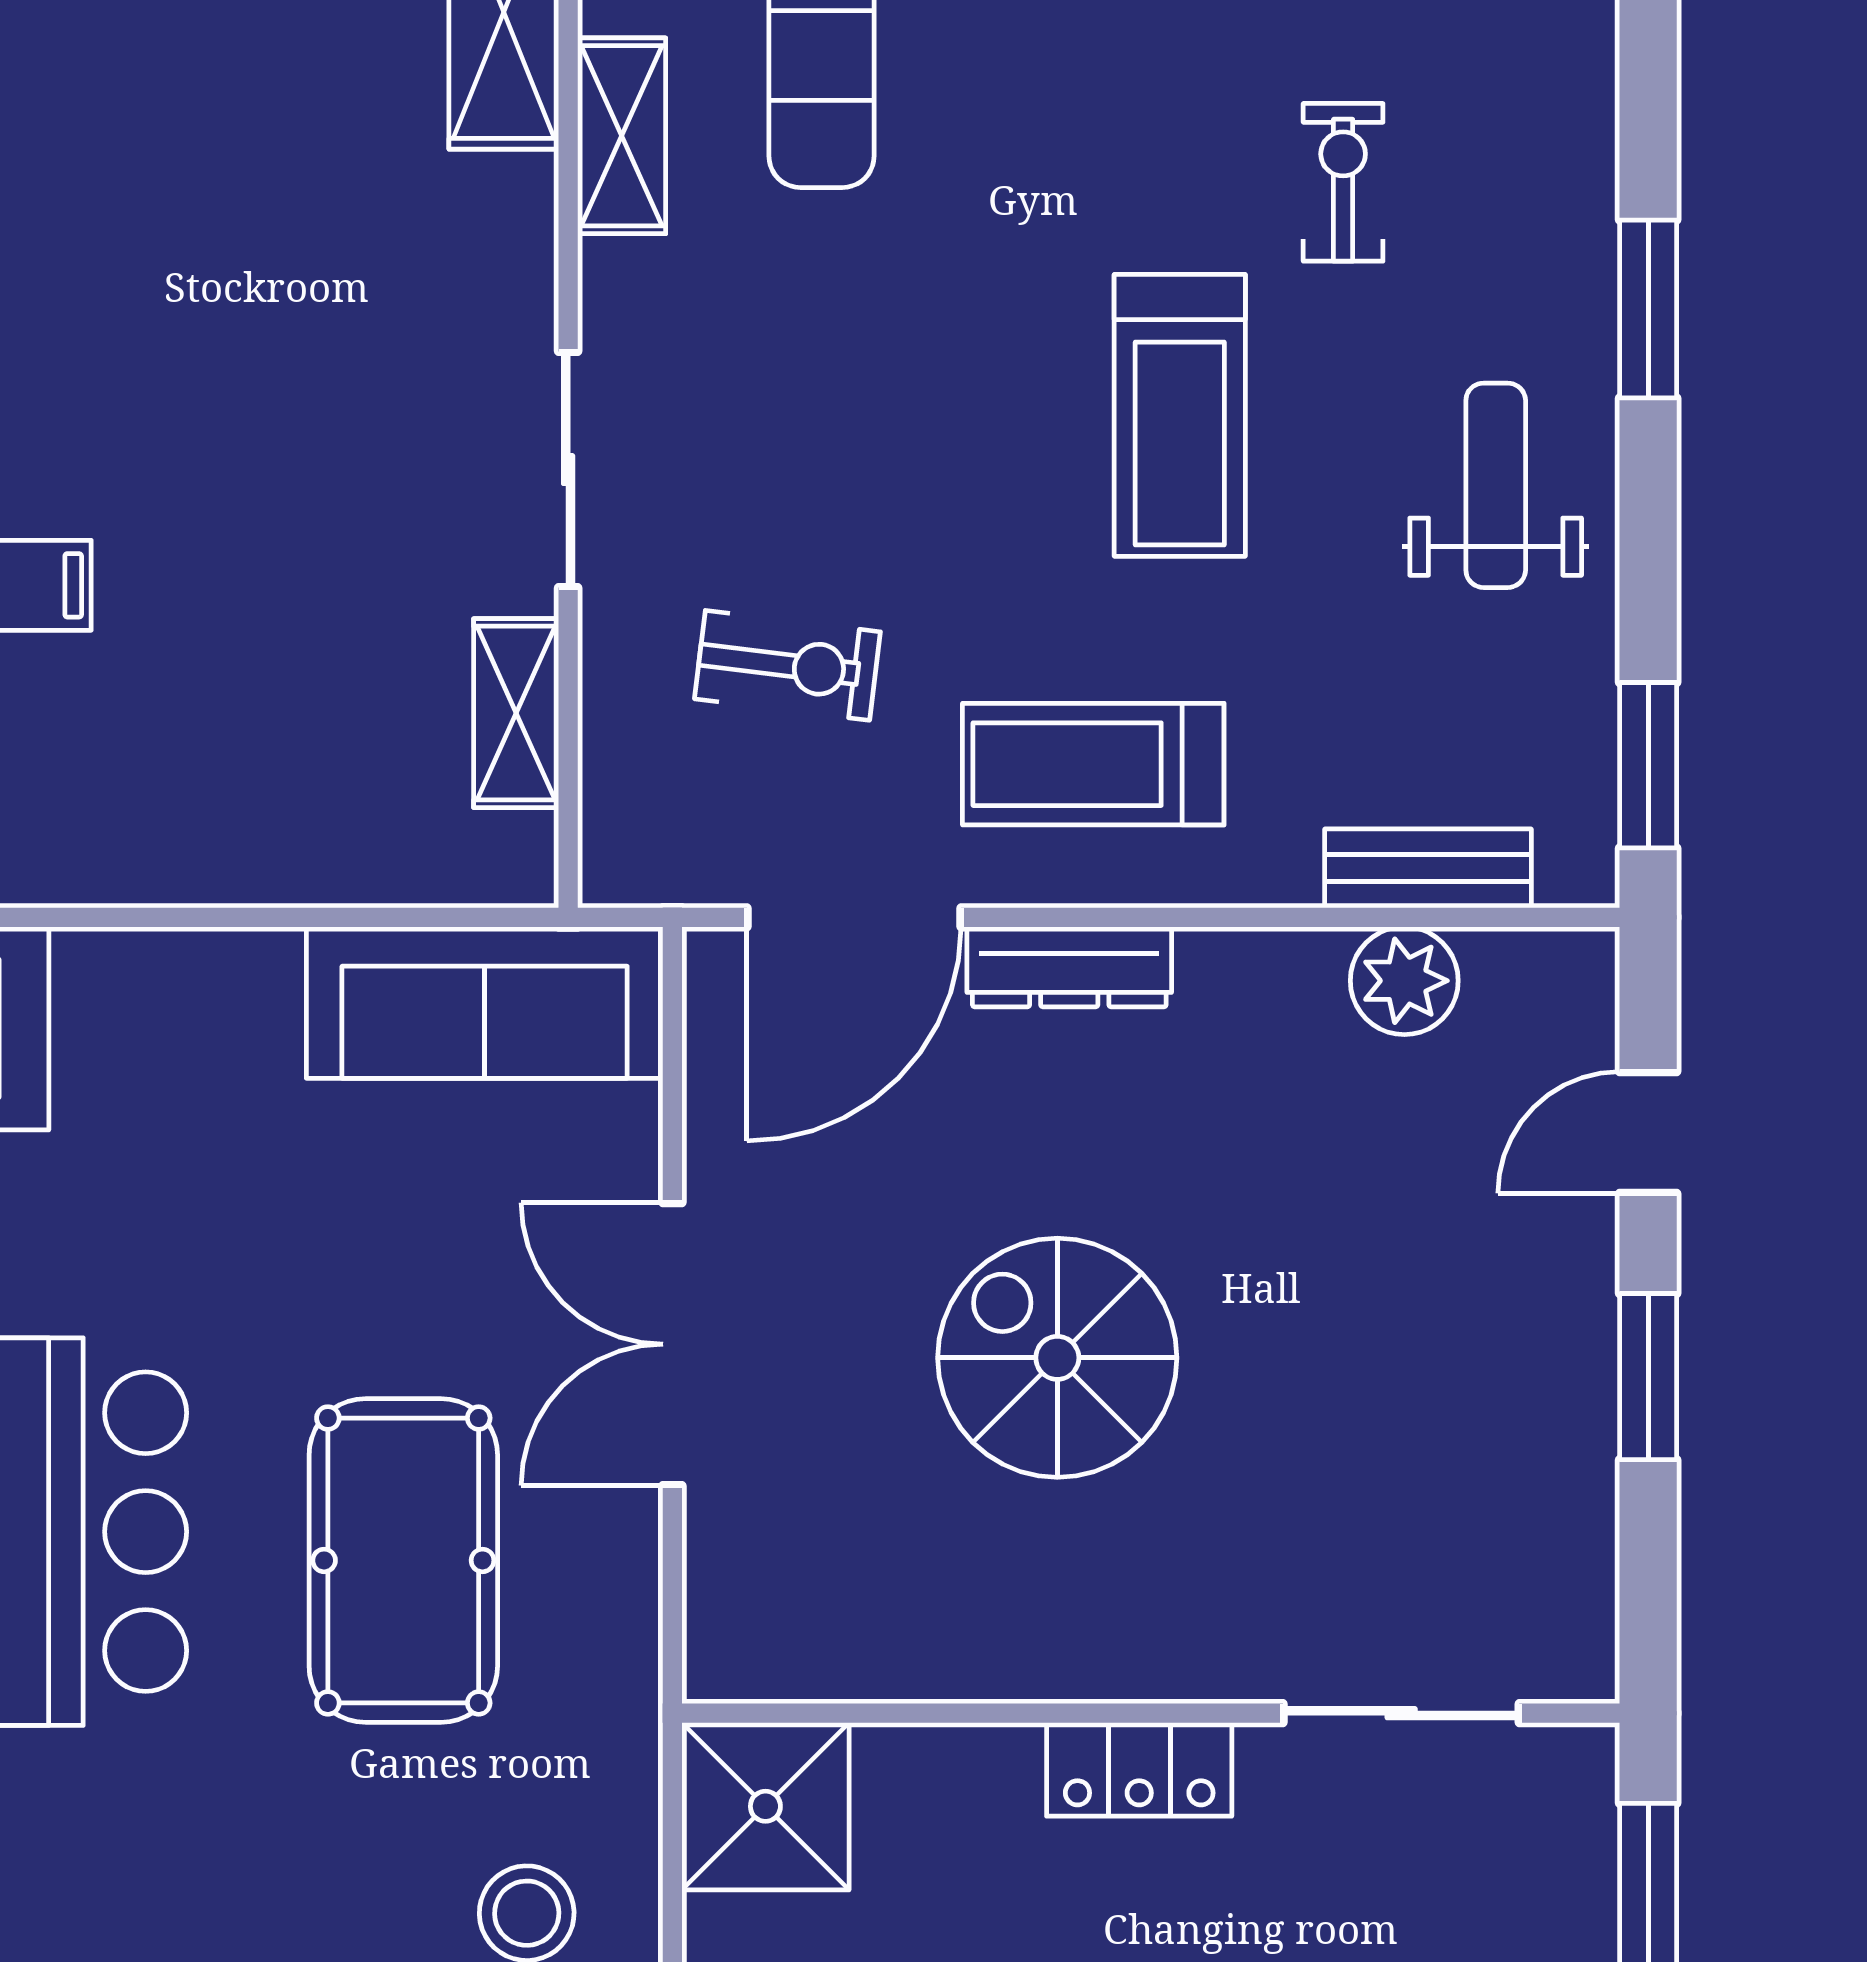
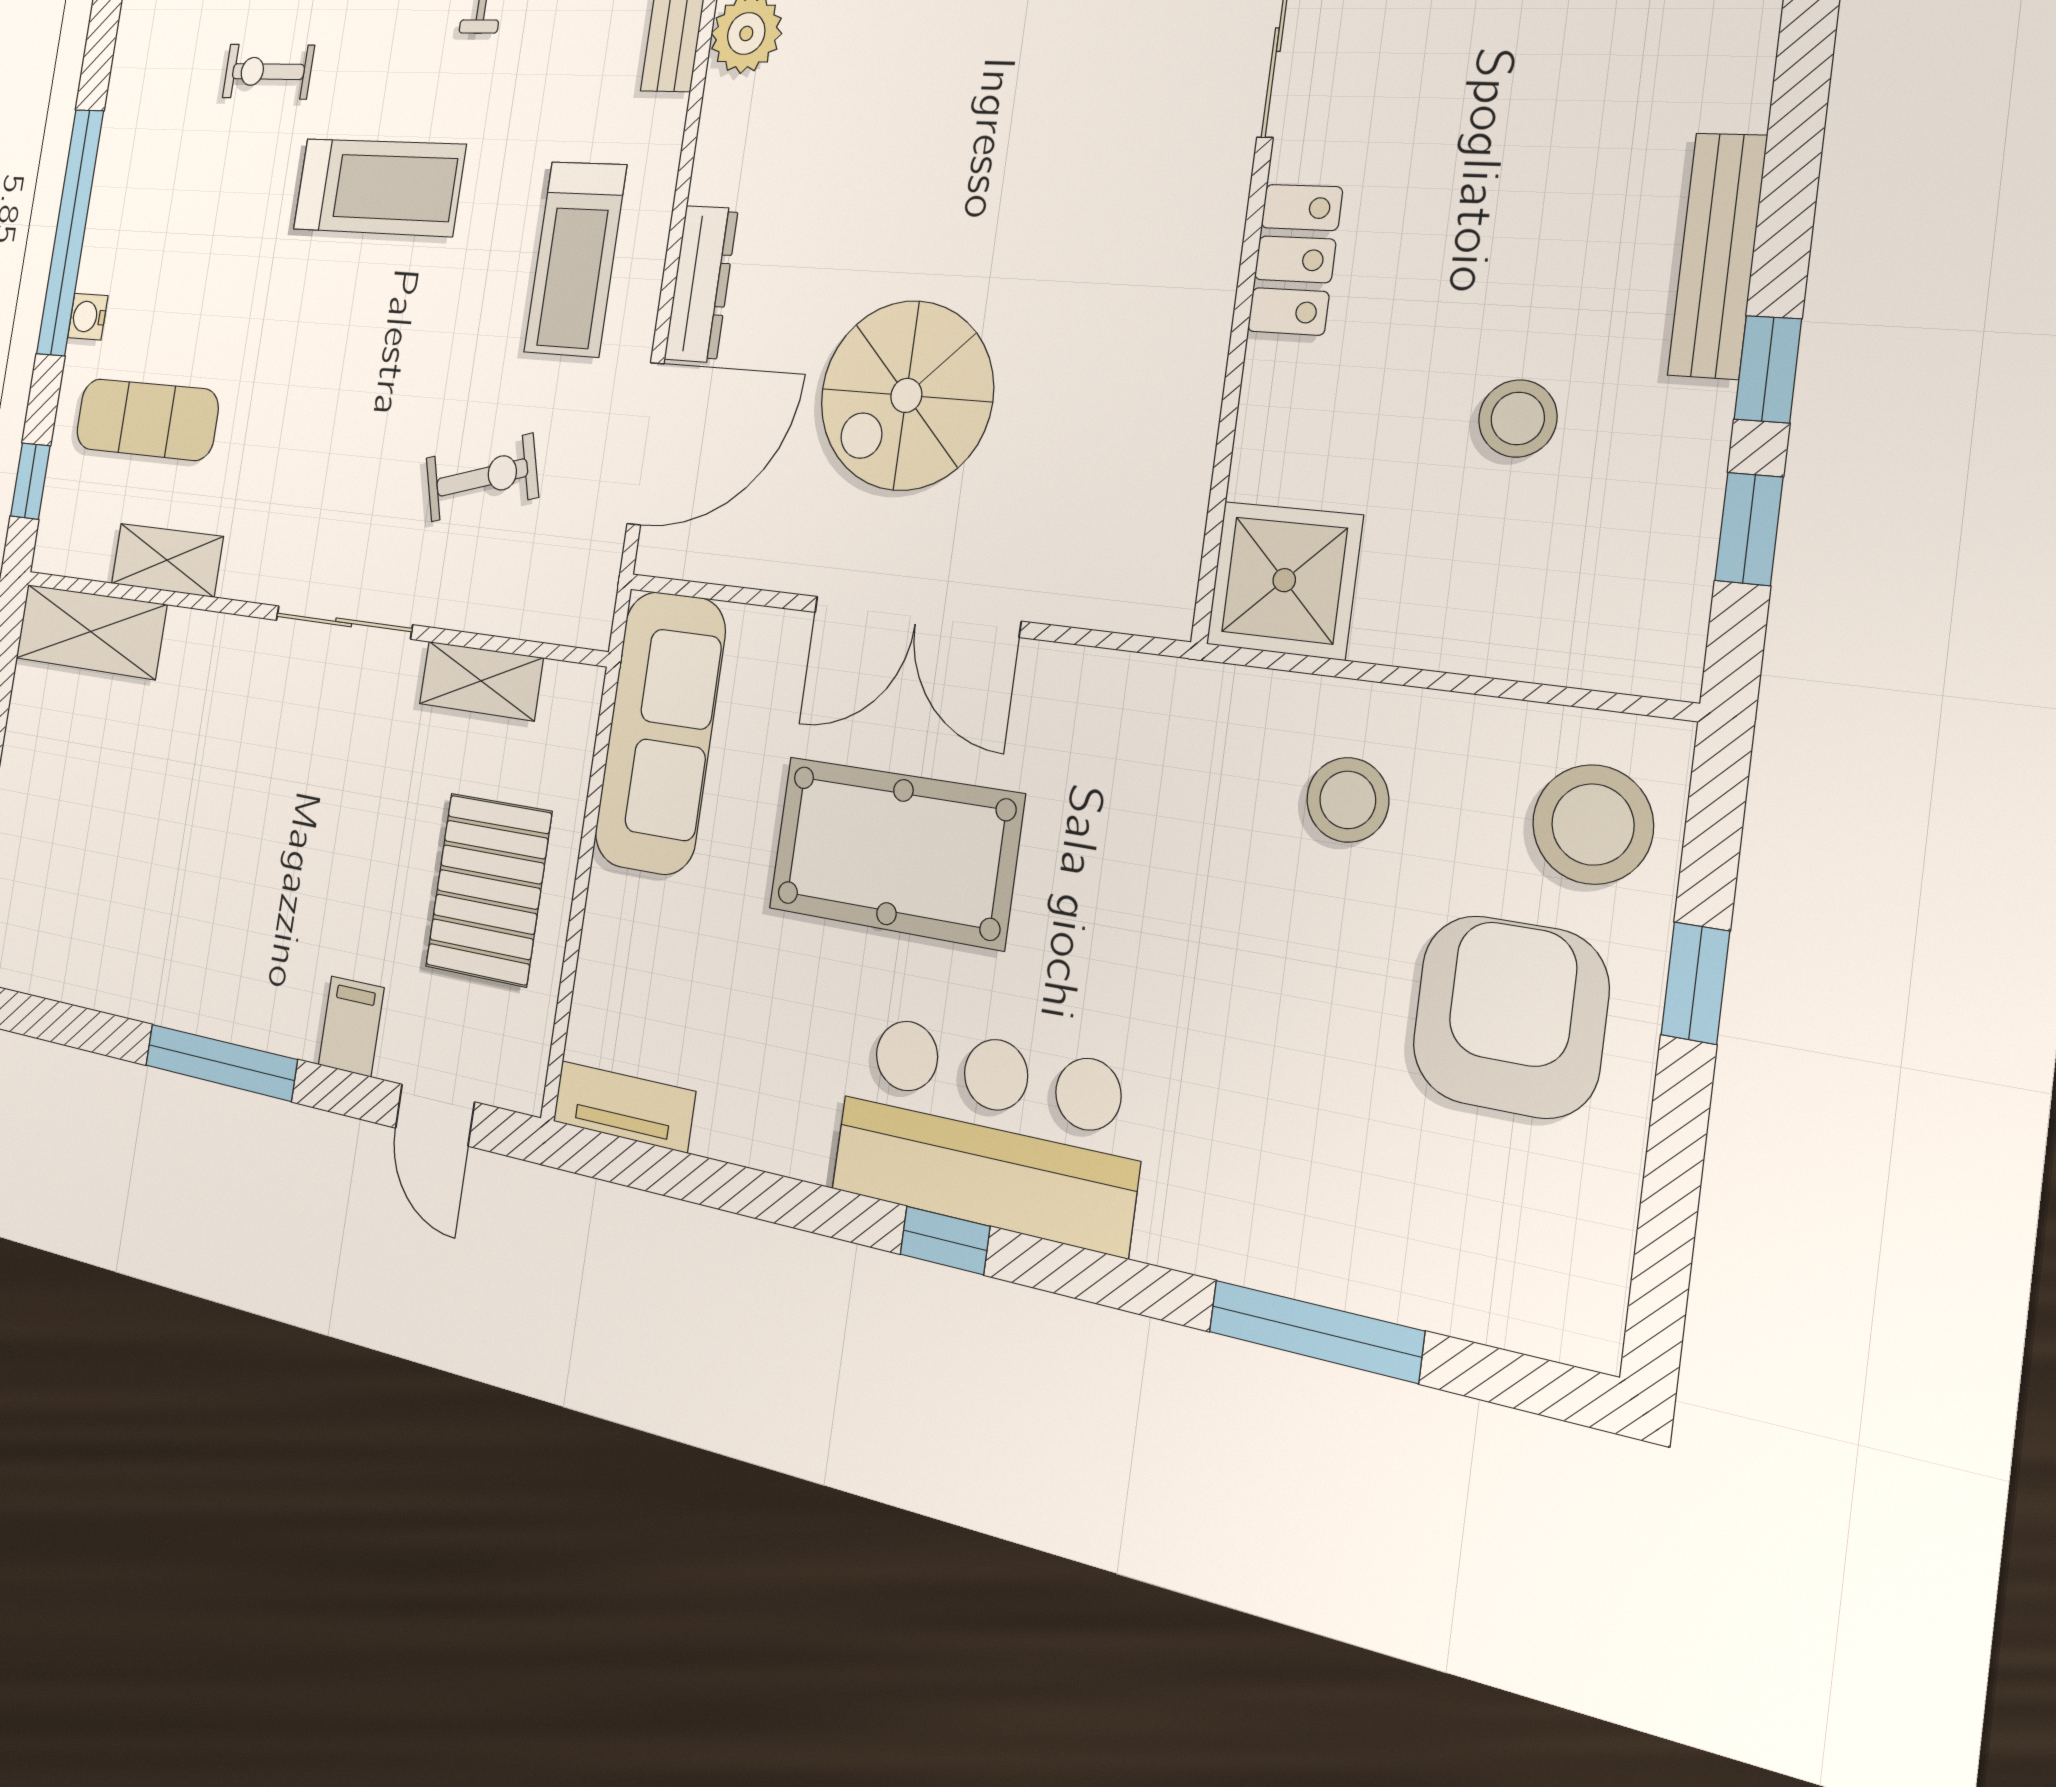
exercise bike: (787, 665) -> (482, 478), turned 67
pallet: (246, 774) -> (489, 889), added
door: (854, 917) -> (646, 444), hinge flipped
spiral stairs: (1057, 1358) -> (906, 395), moved
pool table: (403, 1560) -> (895, 852), moved

